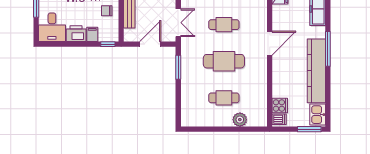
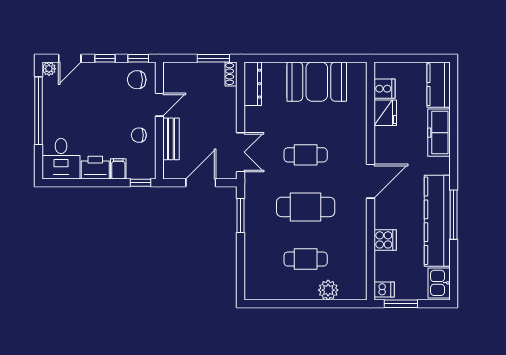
window: (328, 49) -> (454, 215), moved
cooker: (280, 106) -> (385, 240), moved
window: (309, 129) -> (401, 304), moved

